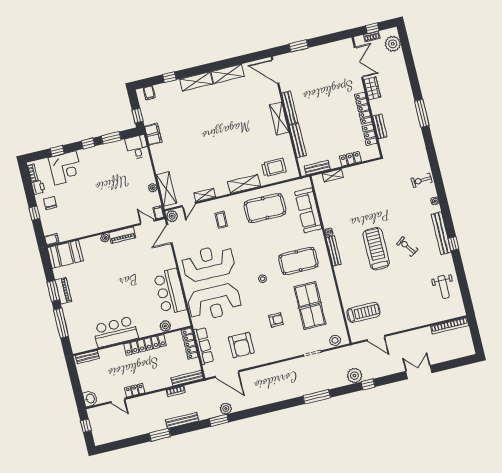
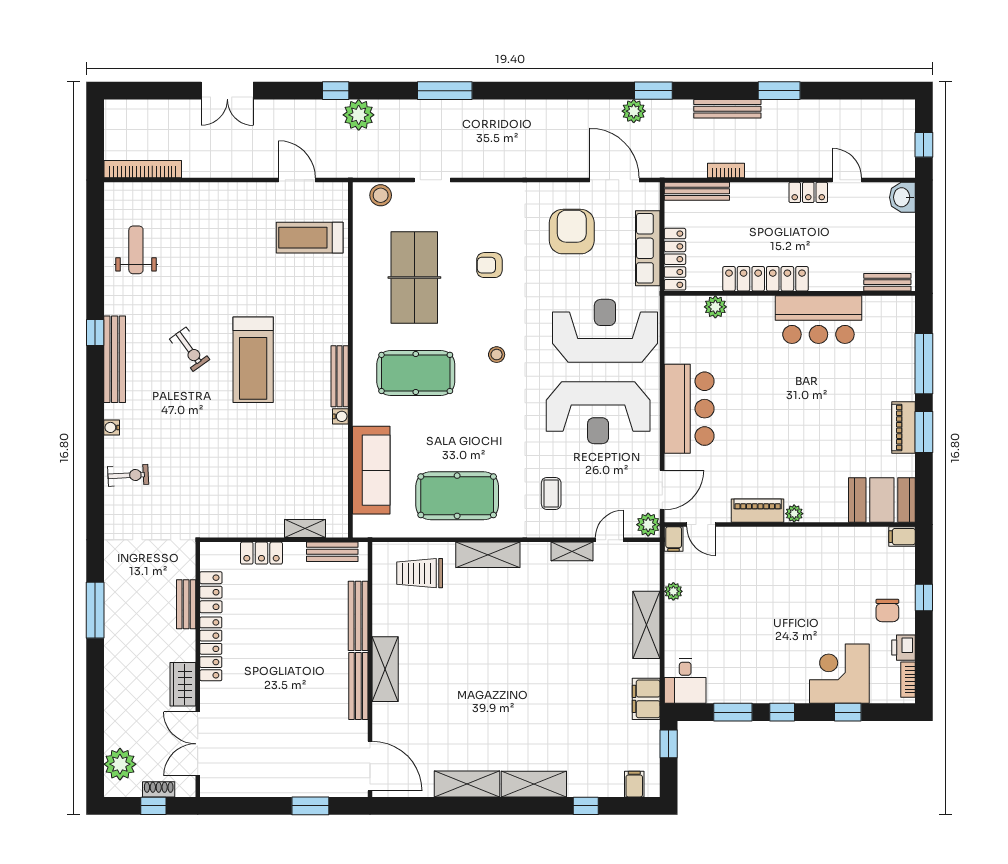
shelving: (166, 189) -> (646, 625), moved
bar counter: (170, 292) -> (689, 409), moved

